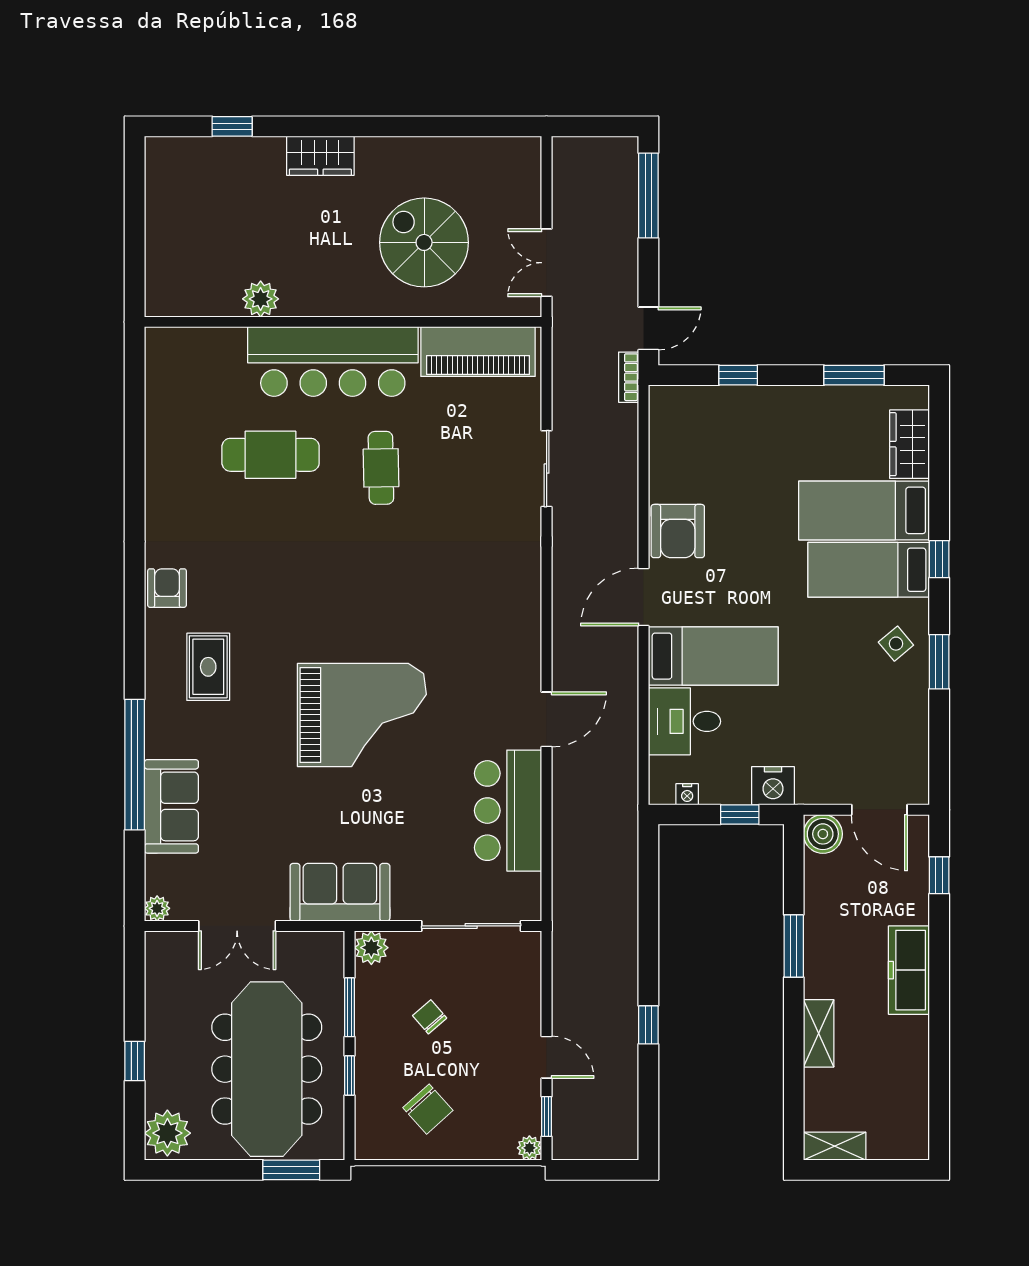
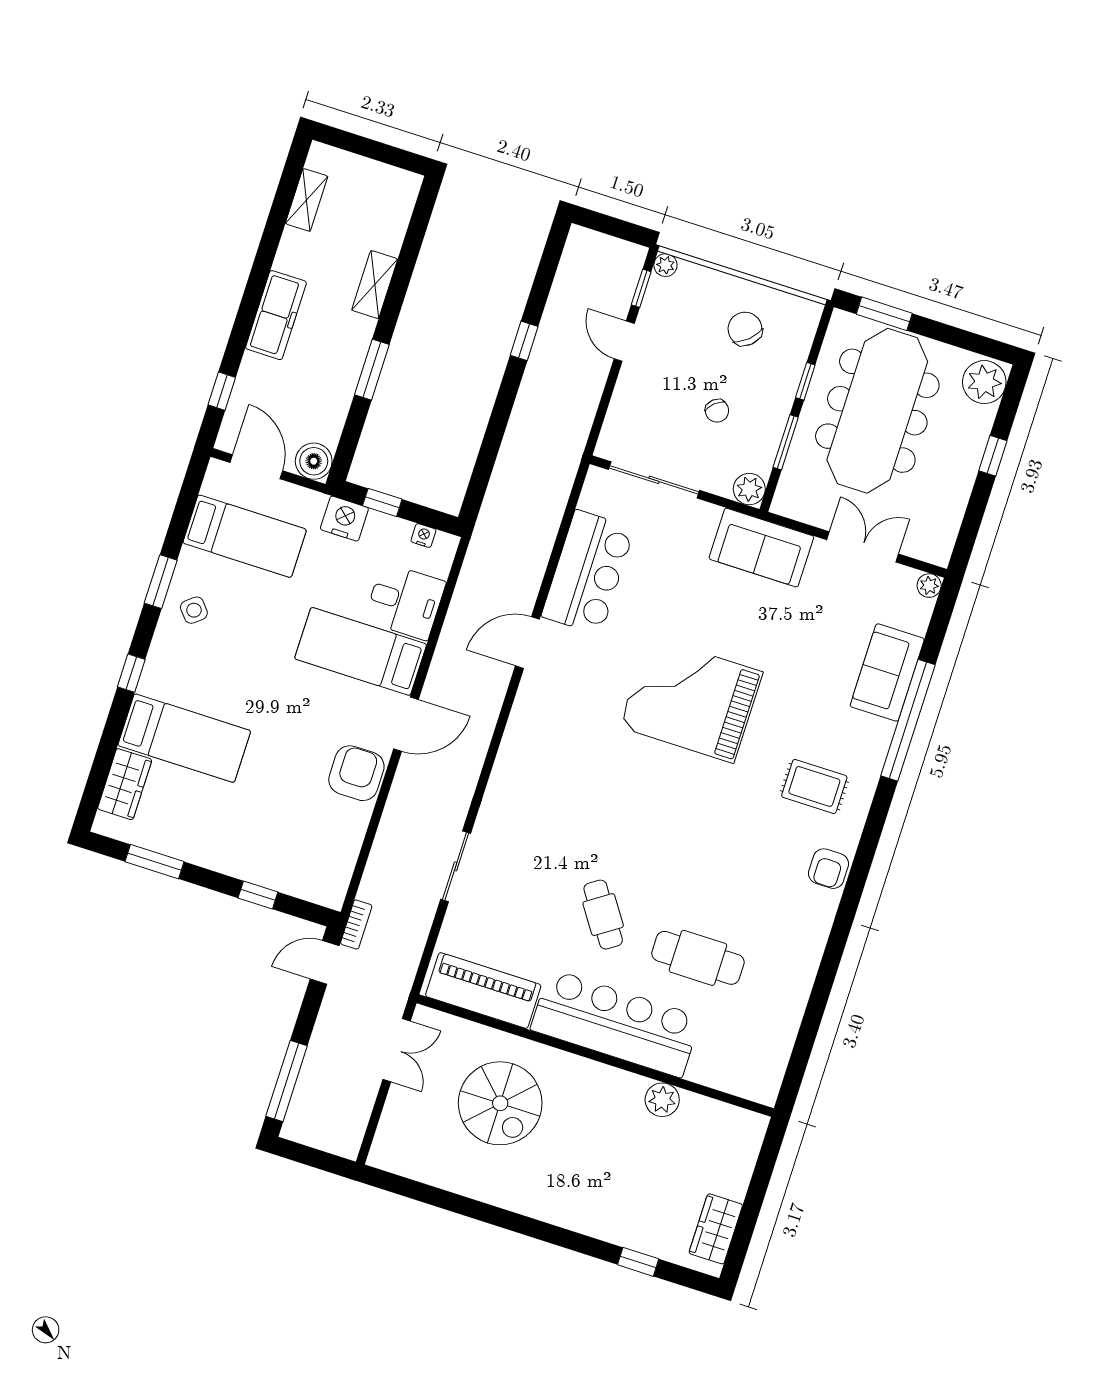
wardrobe: (320, 156) -> (716, 1229), moved, turned -90
cafe table: (381, 468) -> (603, 915), turned -33
bed: (869, 570) -> (245, 536), moved
rug: (208, 667) -> (814, 786), turned 90
shelving: (835, 1146) -> (307, 200), moved, turned 90

